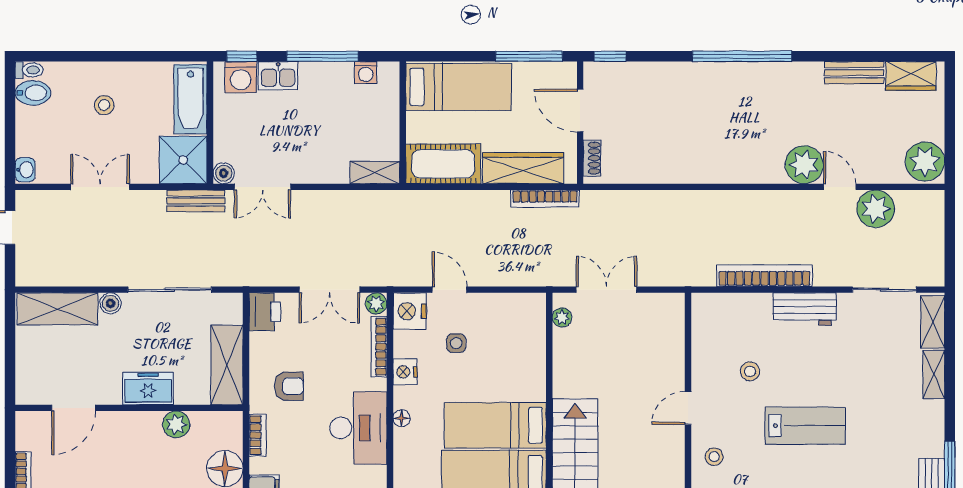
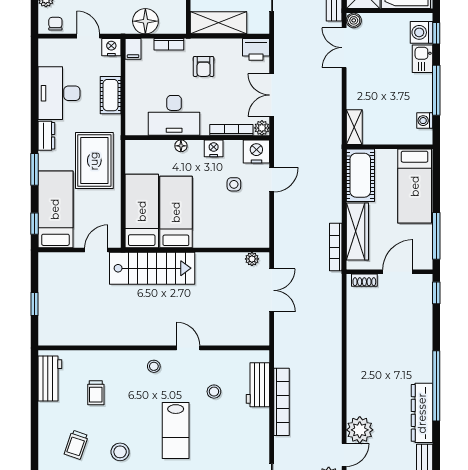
dresser: (780, 76) -> (422, 413), added
workbench: (805, 309) -> (258, 385), moved

